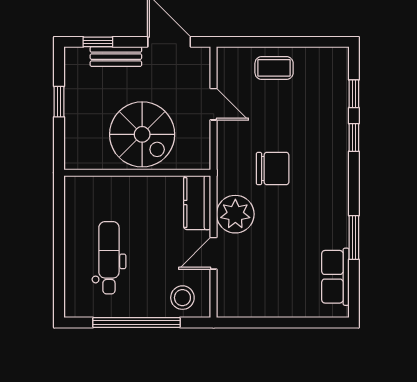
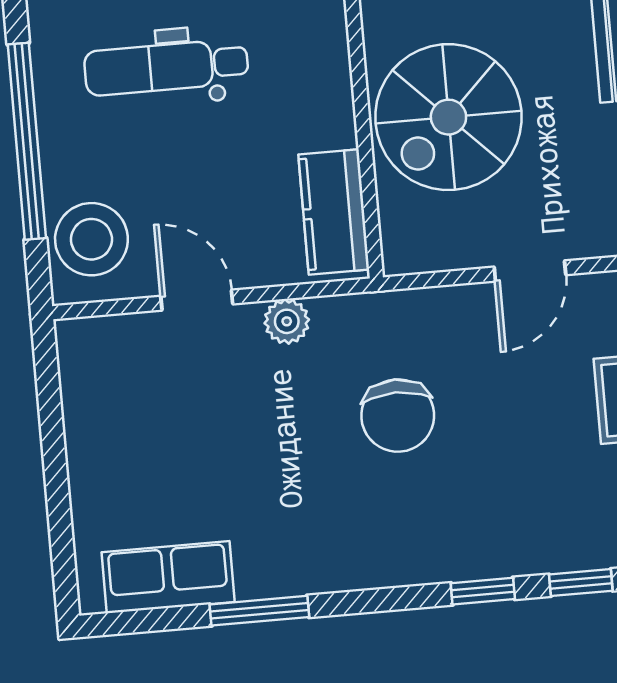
kitchen counter: (197, 203) -> (334, 212), moved, turned -90
plant: (235, 214) -> (287, 321), width x0.53, depth x0.53
dental chair: (109, 258) -> (166, 67), turned 180
stool: (182, 298) -> (91, 239), width x1.38, depth x1.38

